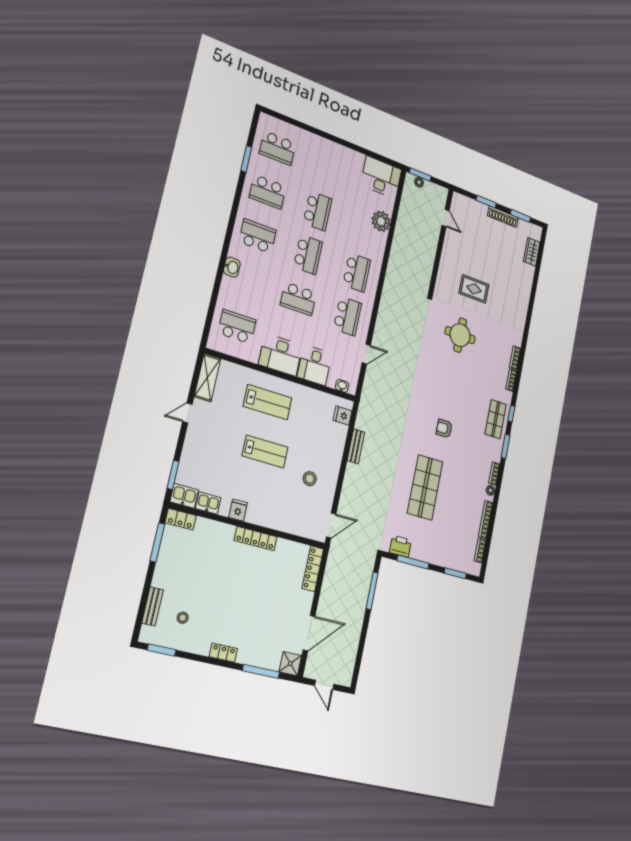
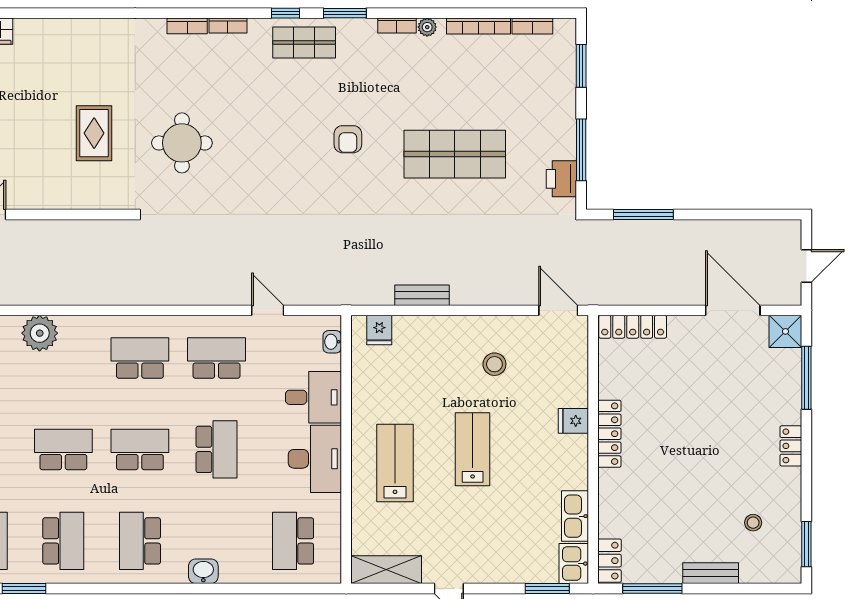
kitchen sink: (208, 503) -> (575, 516), width x1.38
fridge: (238, 510) -> (573, 421), moved
bench: (153, 606) -> (711, 573), moved

